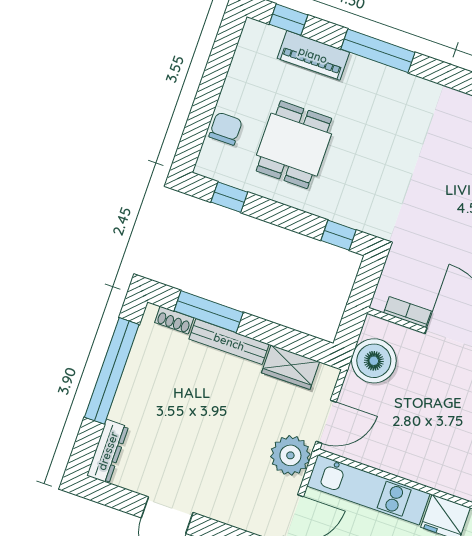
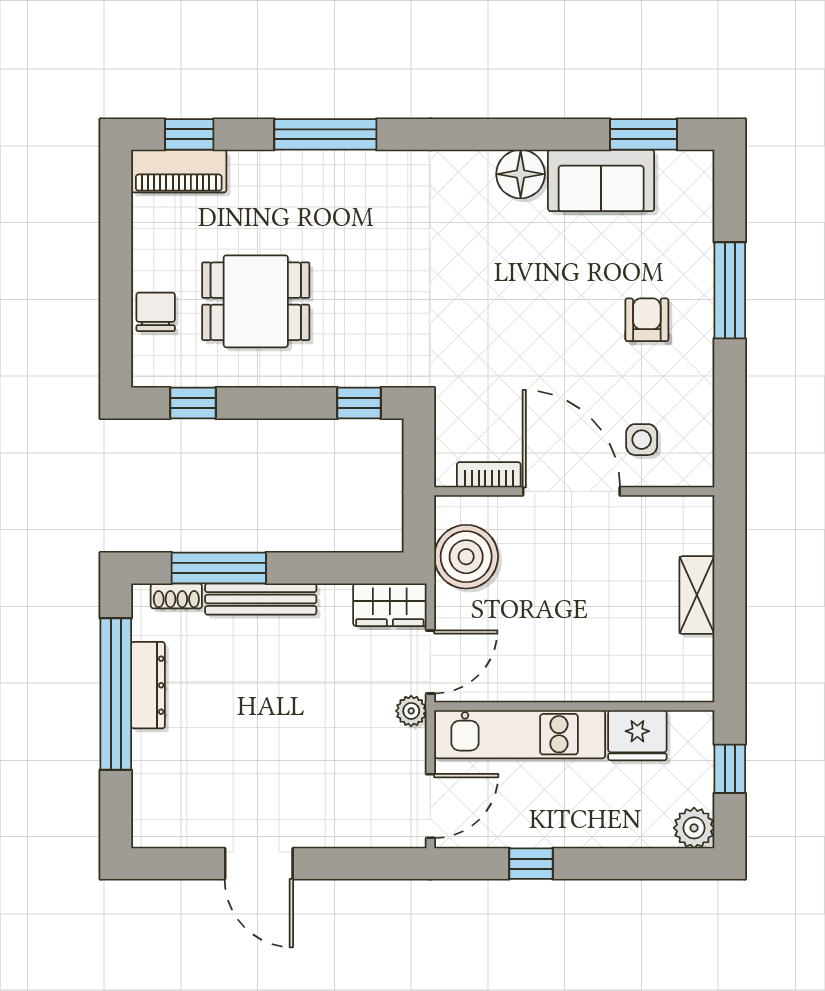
piano: (313, 55) -> (179, 171), moved
dining table: (294, 145) -> (256, 301), turned 90
wardrobe: (290, 367) -> (390, 605), moved
dresser: (108, 451) -> (148, 685), moved
plant: (290, 455) -> (411, 711), width x0.53, depth x0.53

